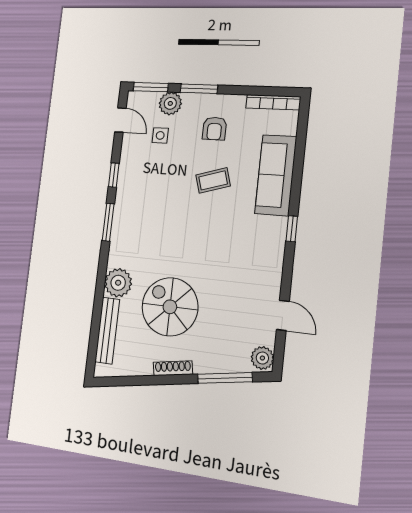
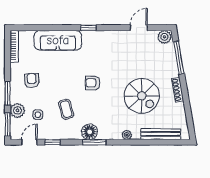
armchair: (214, 129) -> (32, 81), turned -93
window: (114, 175) -> (52, 142), moved
coffee table: (213, 180) -> (66, 109), moved
floor lamp: (125, 216) -> (90, 132), added
armchair: (200, 228) -> (93, 83), added
plant: (118, 283) -> (127, 135), width x0.53, depth x0.53
spiral stairs: (170, 307) -> (142, 96), turned -90

